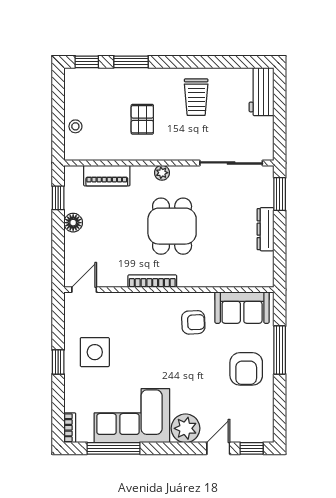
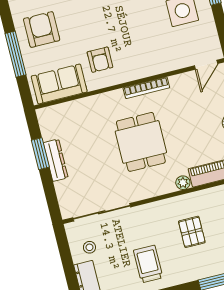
stool: (253, 130) -> (89, 247), added
plant: (162, 173) -> (183, 183), moved
window: (280, 194) -> (40, 154), moved
armchair: (193, 322) -> (100, 60), turned -87

